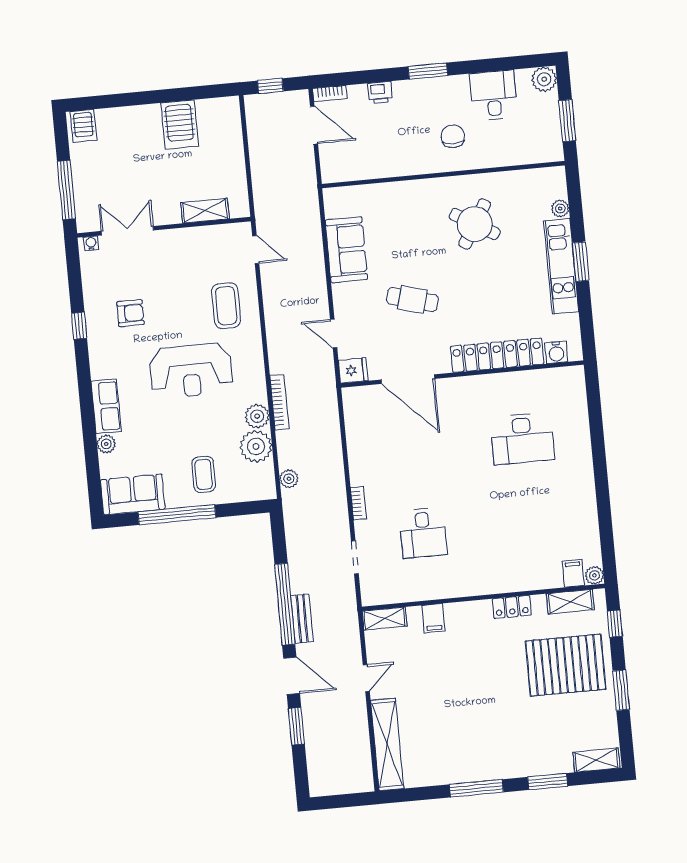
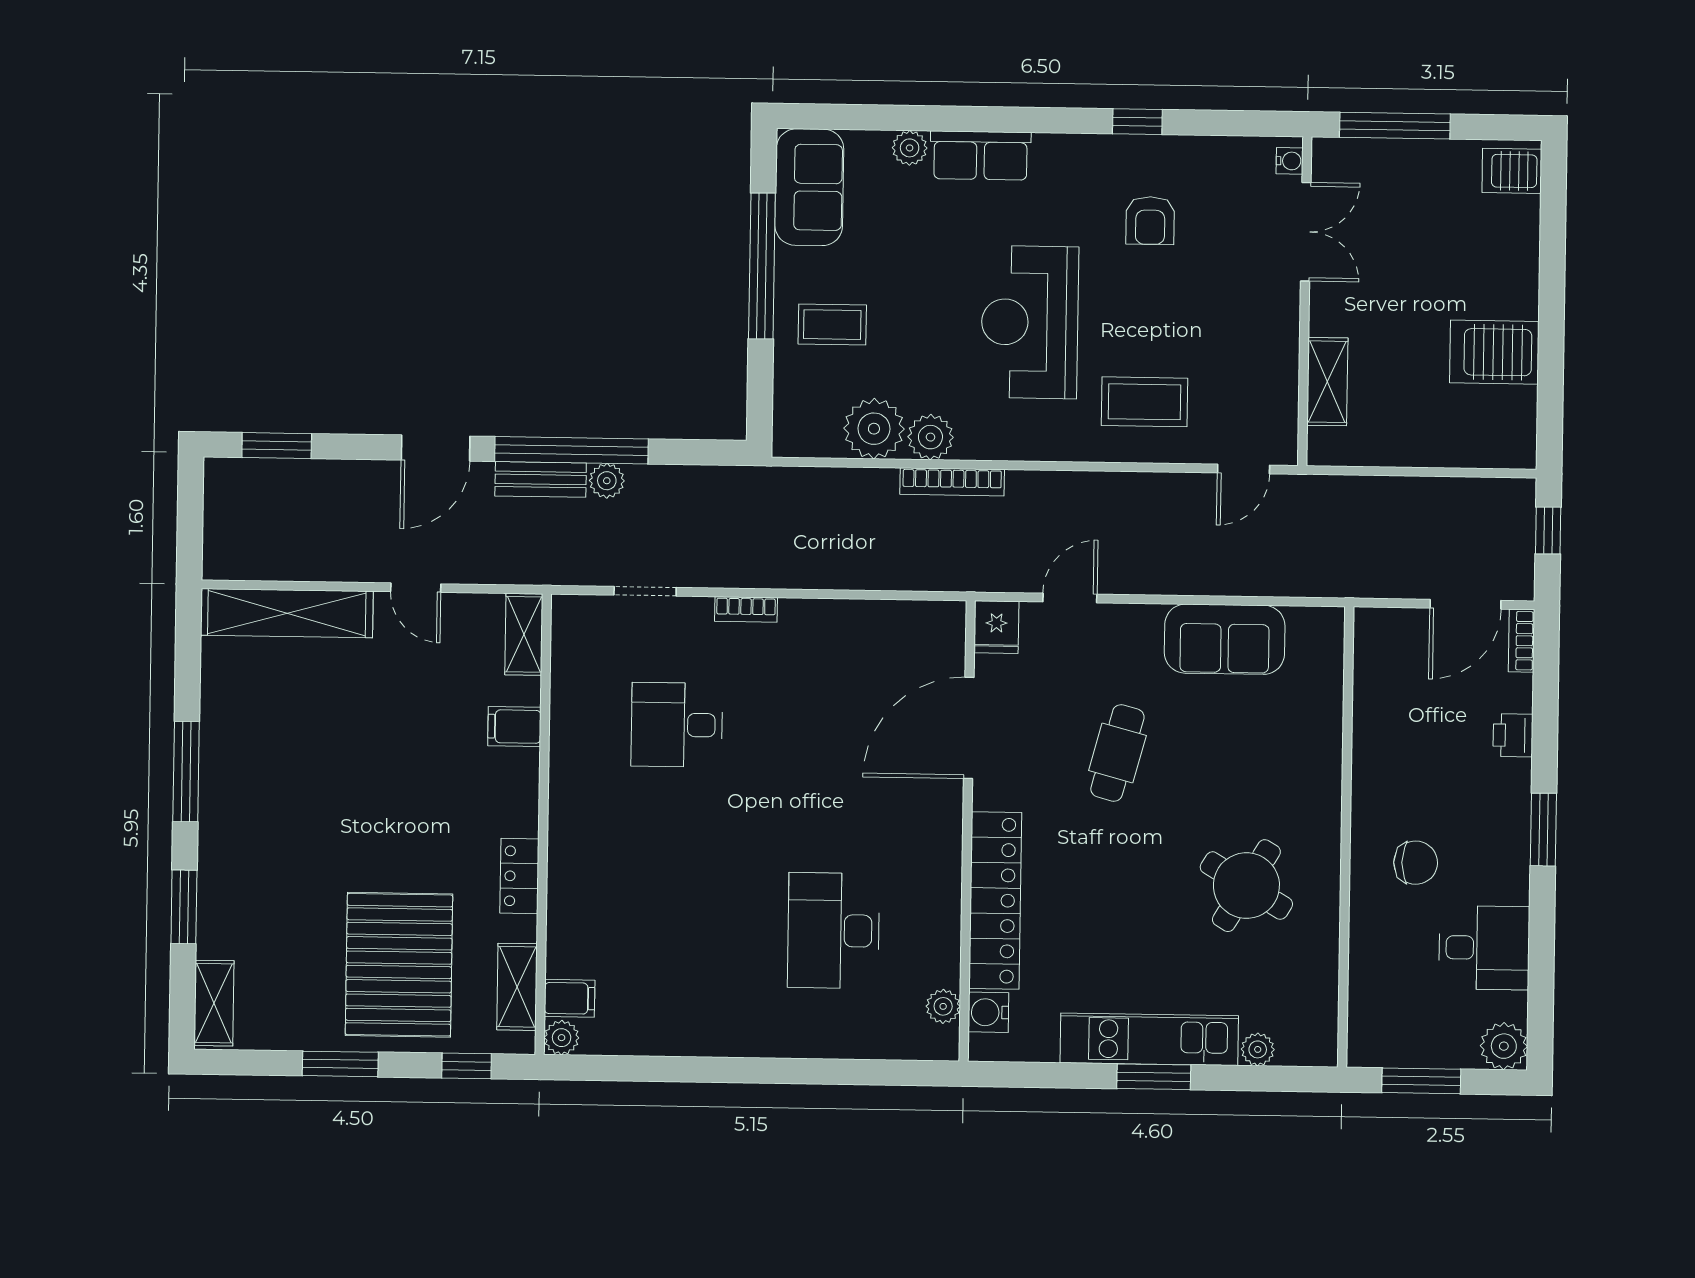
plant: (556, 376) -> (943, 1006), added
plant: (289, 479) -> (607, 481), moved
window: (296, 726) -> (277, 446), moved

